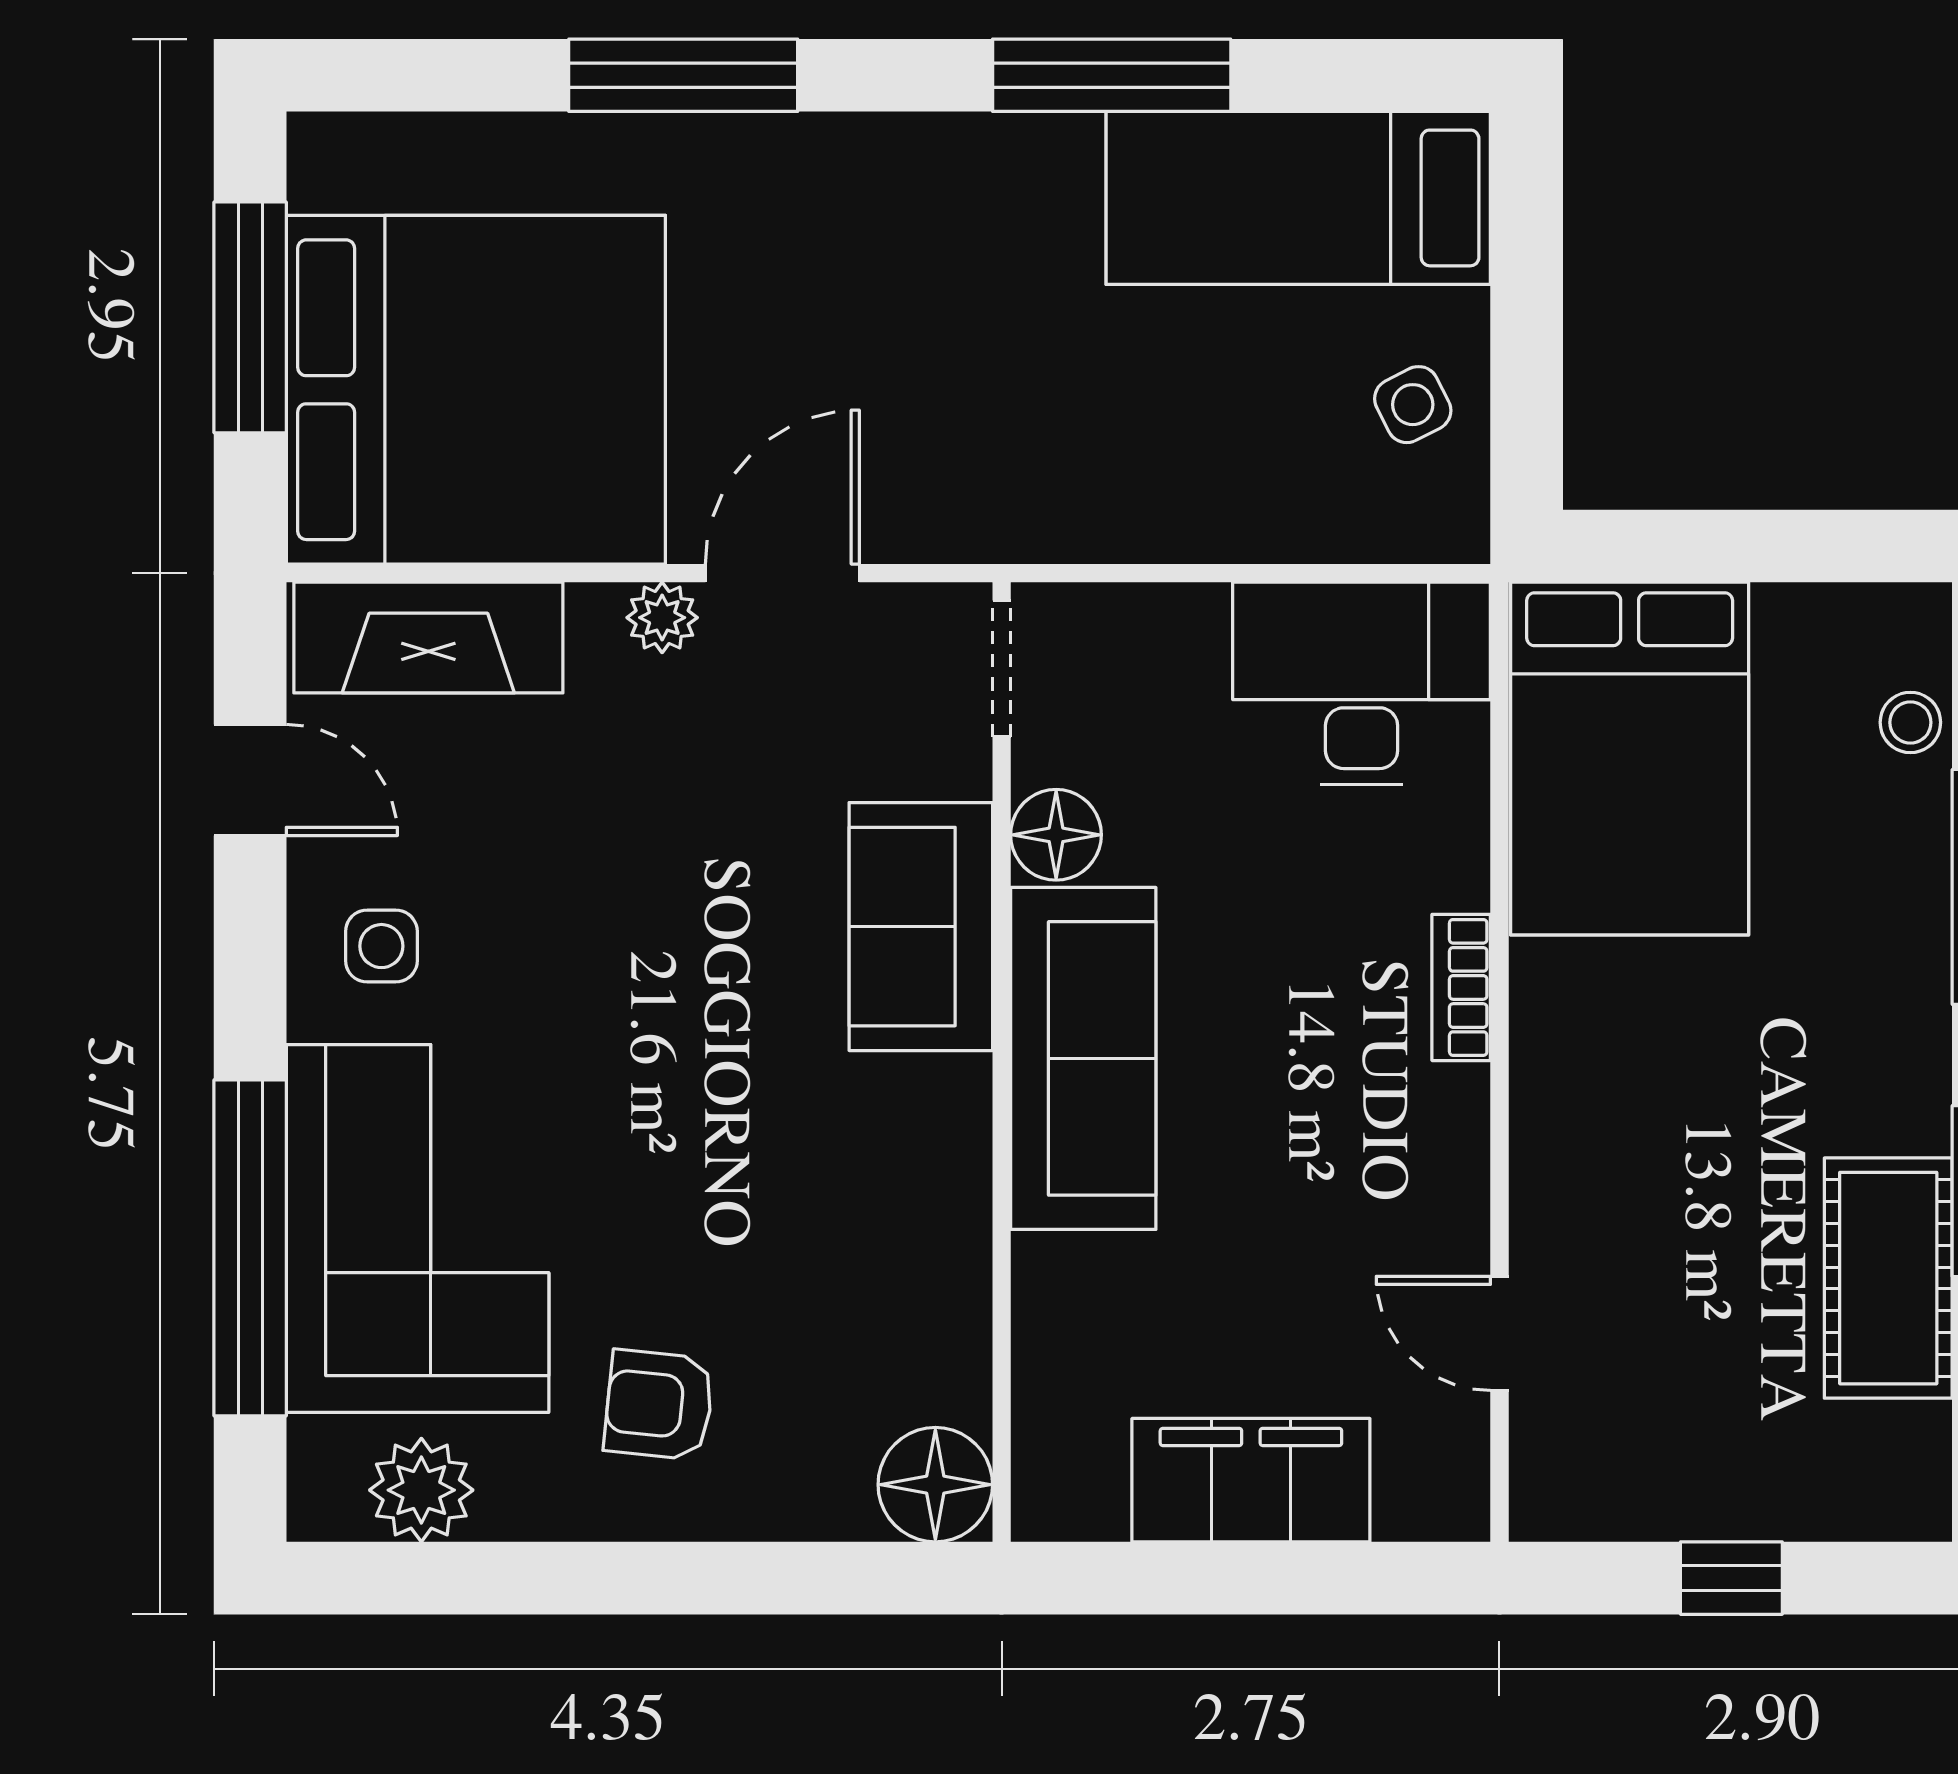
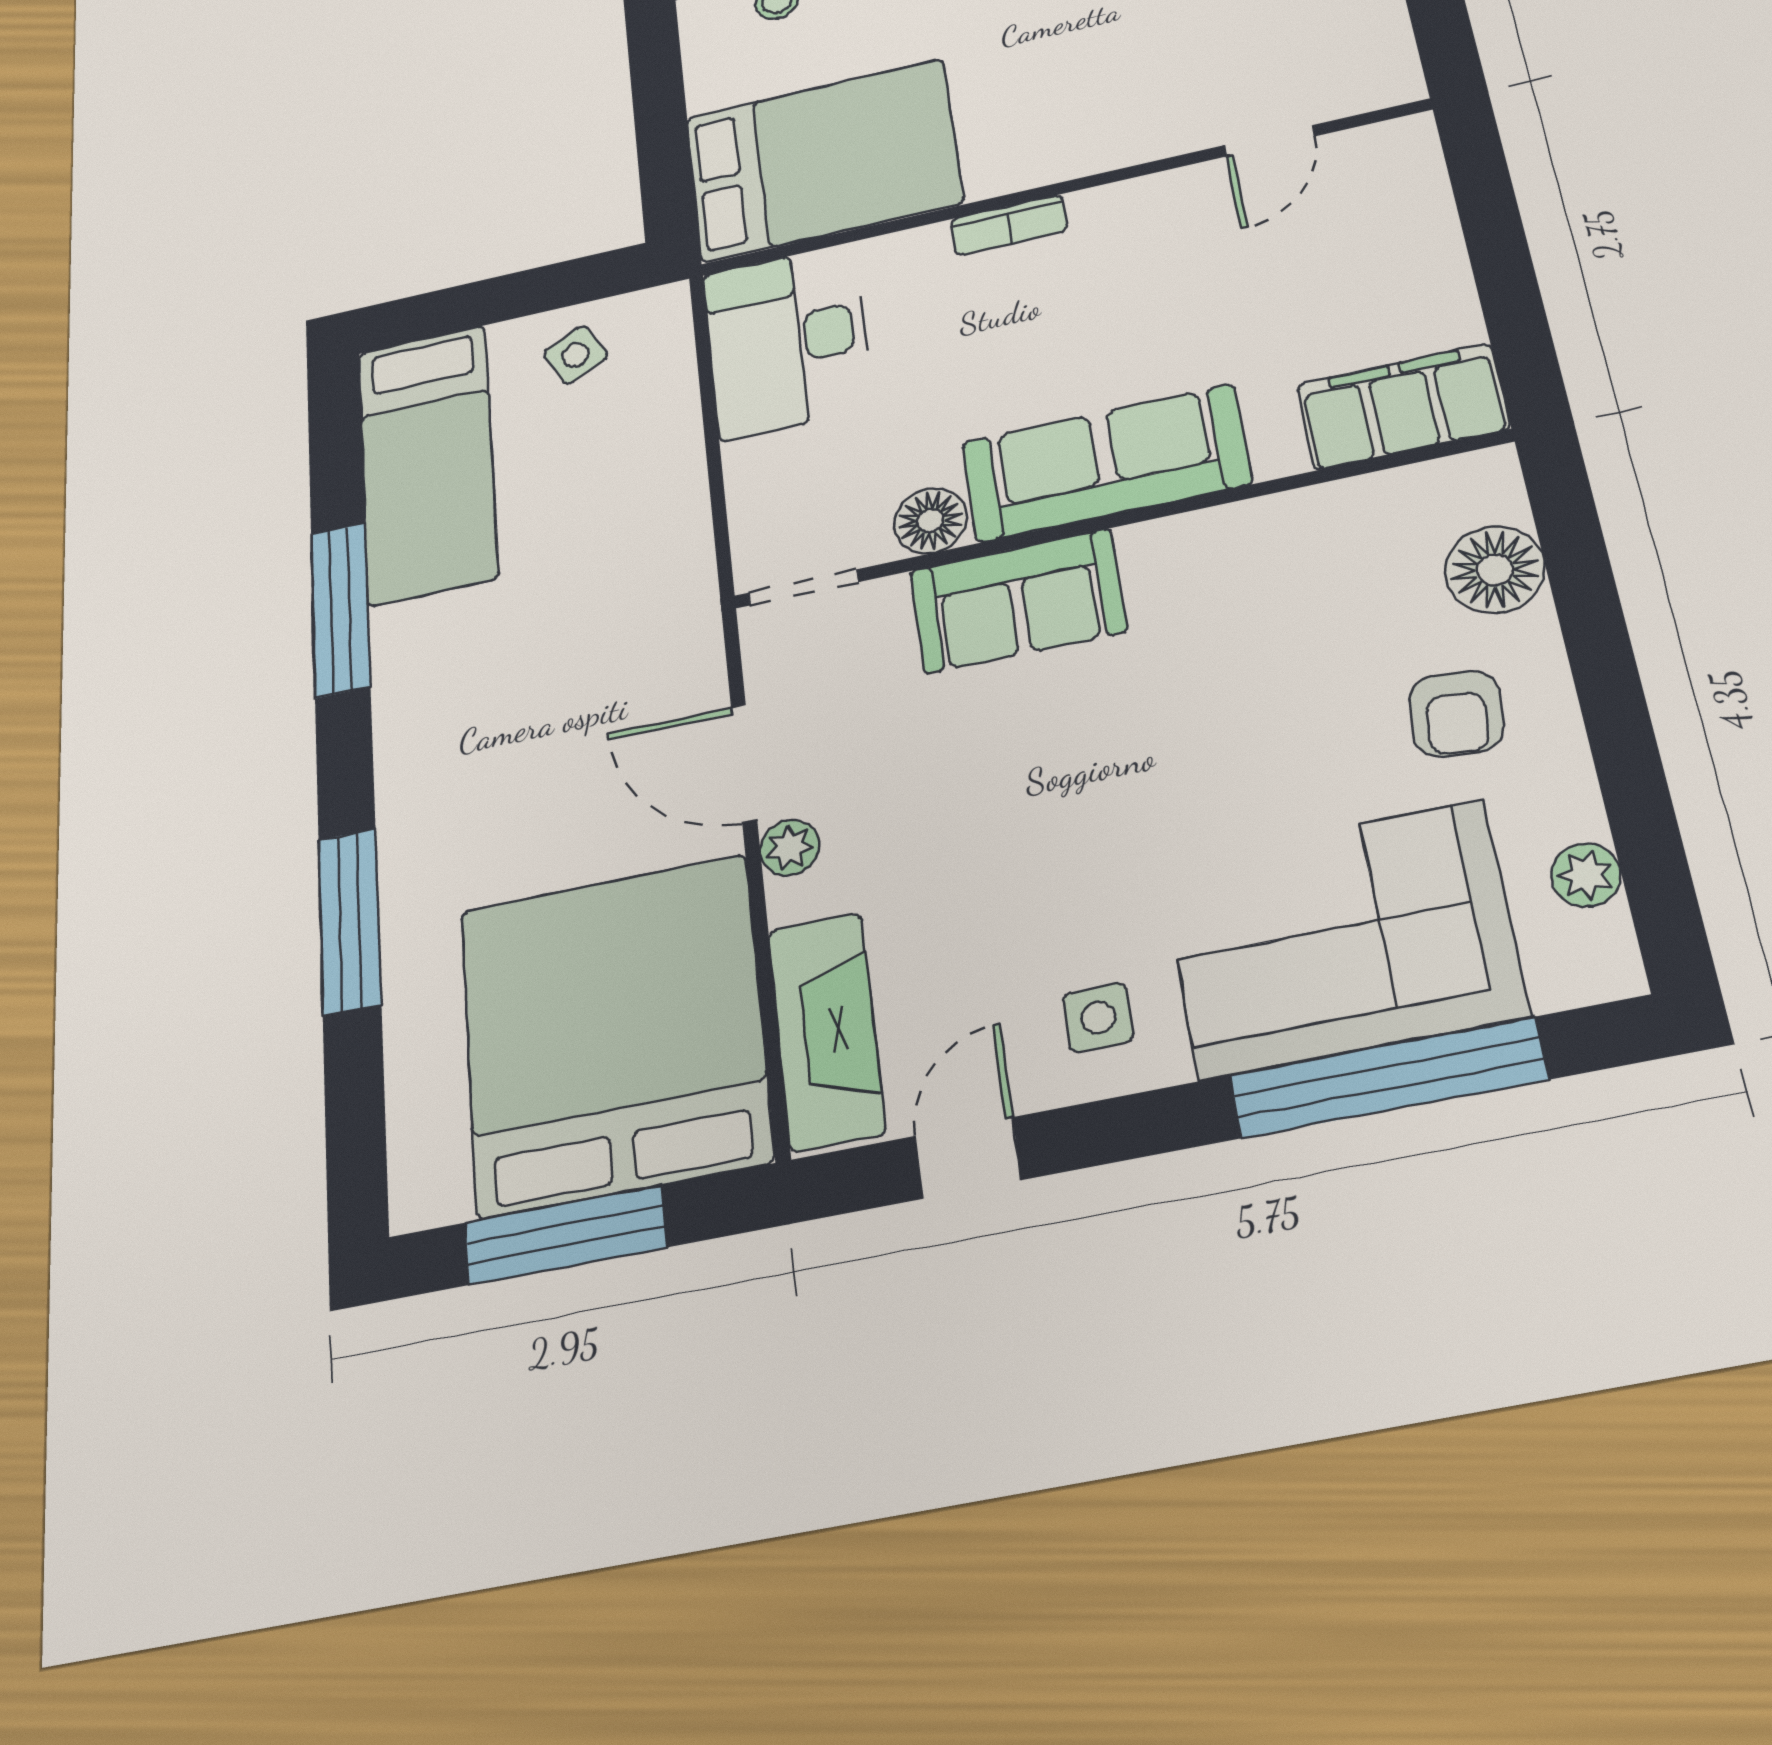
filing cabinet: (1251, 1480) -> (1403, 407), moved, turned 90
floor lamp: (935, 1485) -> (1495, 570), moved
plant: (421, 1490) -> (1586, 875), width x0.73, depth x0.73

